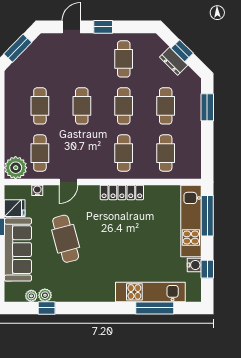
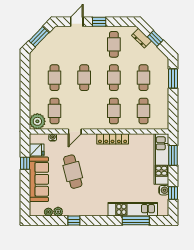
dresser: (174, 61) -> (141, 38), moved
window: (207, 216) -> (173, 155), width x0.69
window: (47, 308) -> (74, 221), moved

